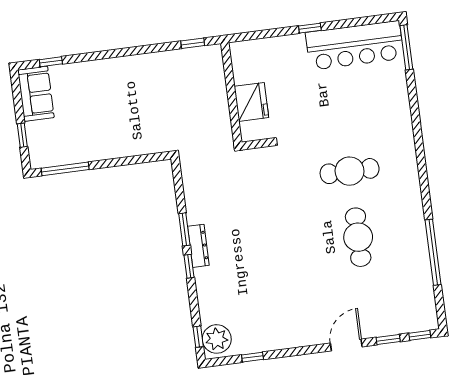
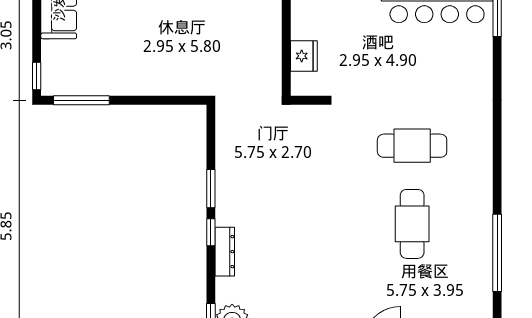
fridge: (251, 102) -> (304, 56), width x0.73, depth x0.75
window: (22, 135) -> (37, 76), moved
dresser: (198, 246) -> (225, 252), moved

